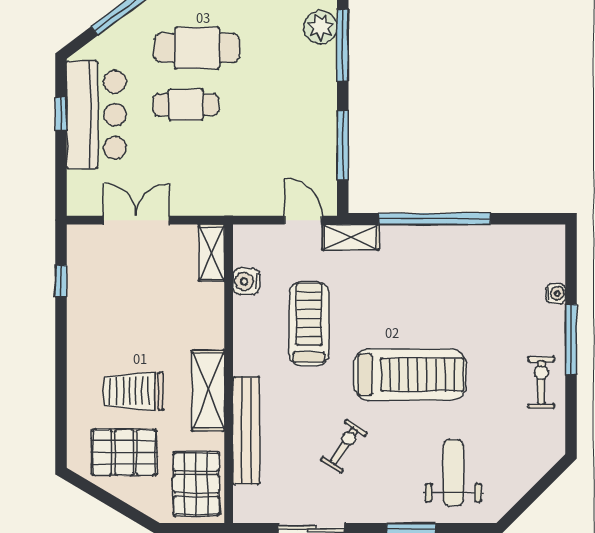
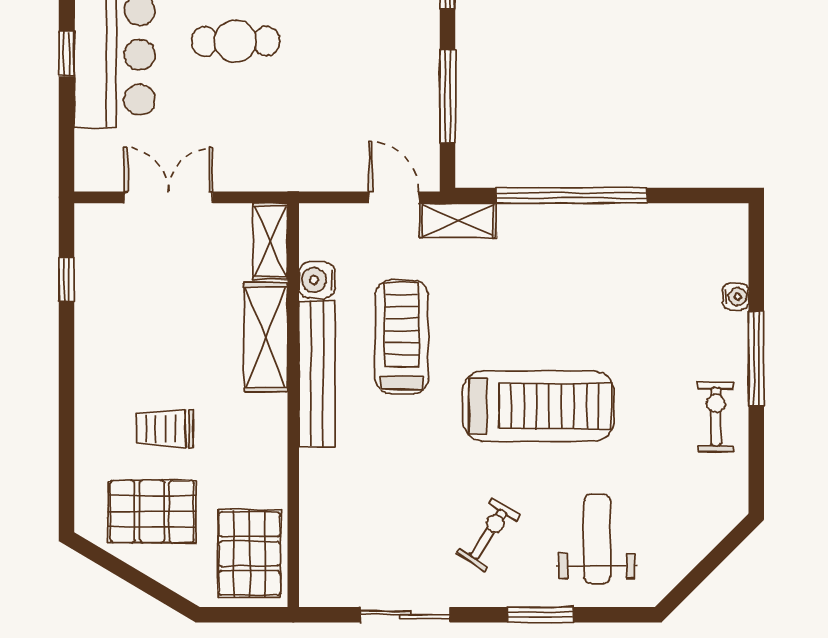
shelving: (208, 390) -> (266, 337), moved
trolley: (134, 391) -> (165, 429), width x0.73, depth x0.72
bench: (246, 430) -> (317, 374), moved
exercise bike: (344, 446) -> (488, 534), moved

